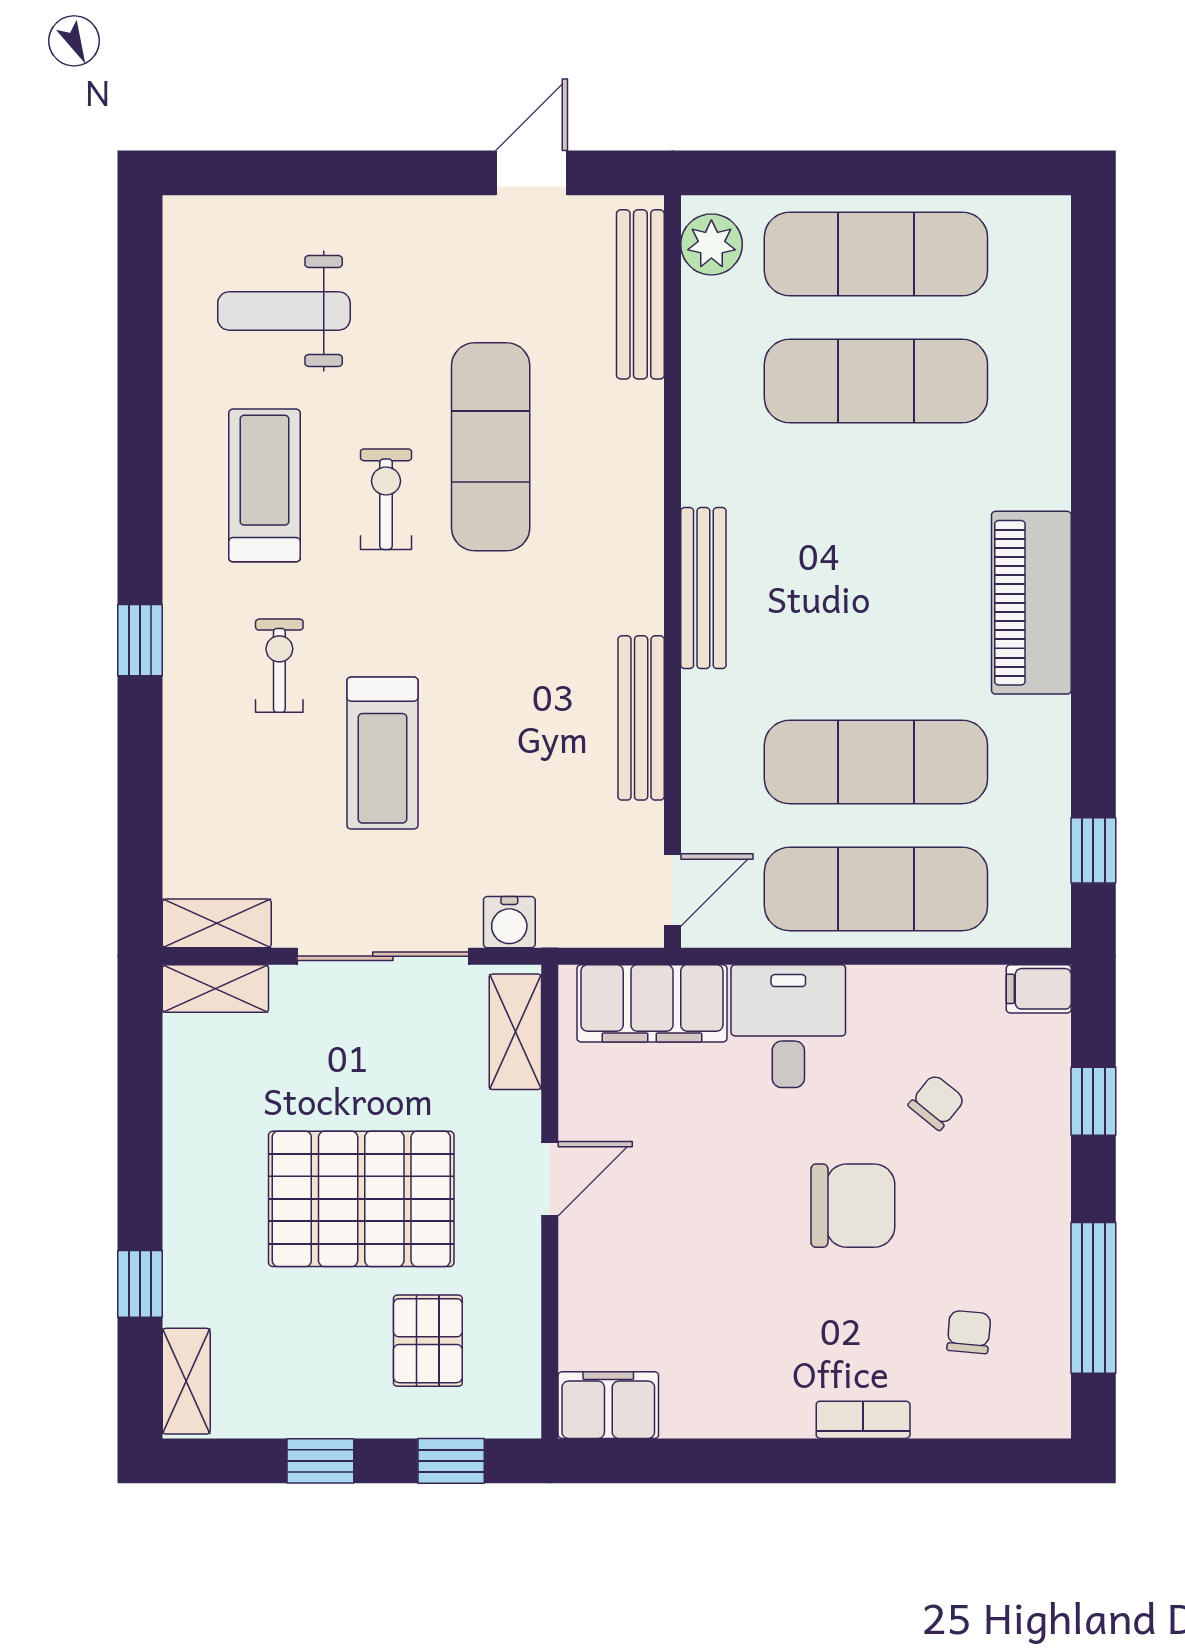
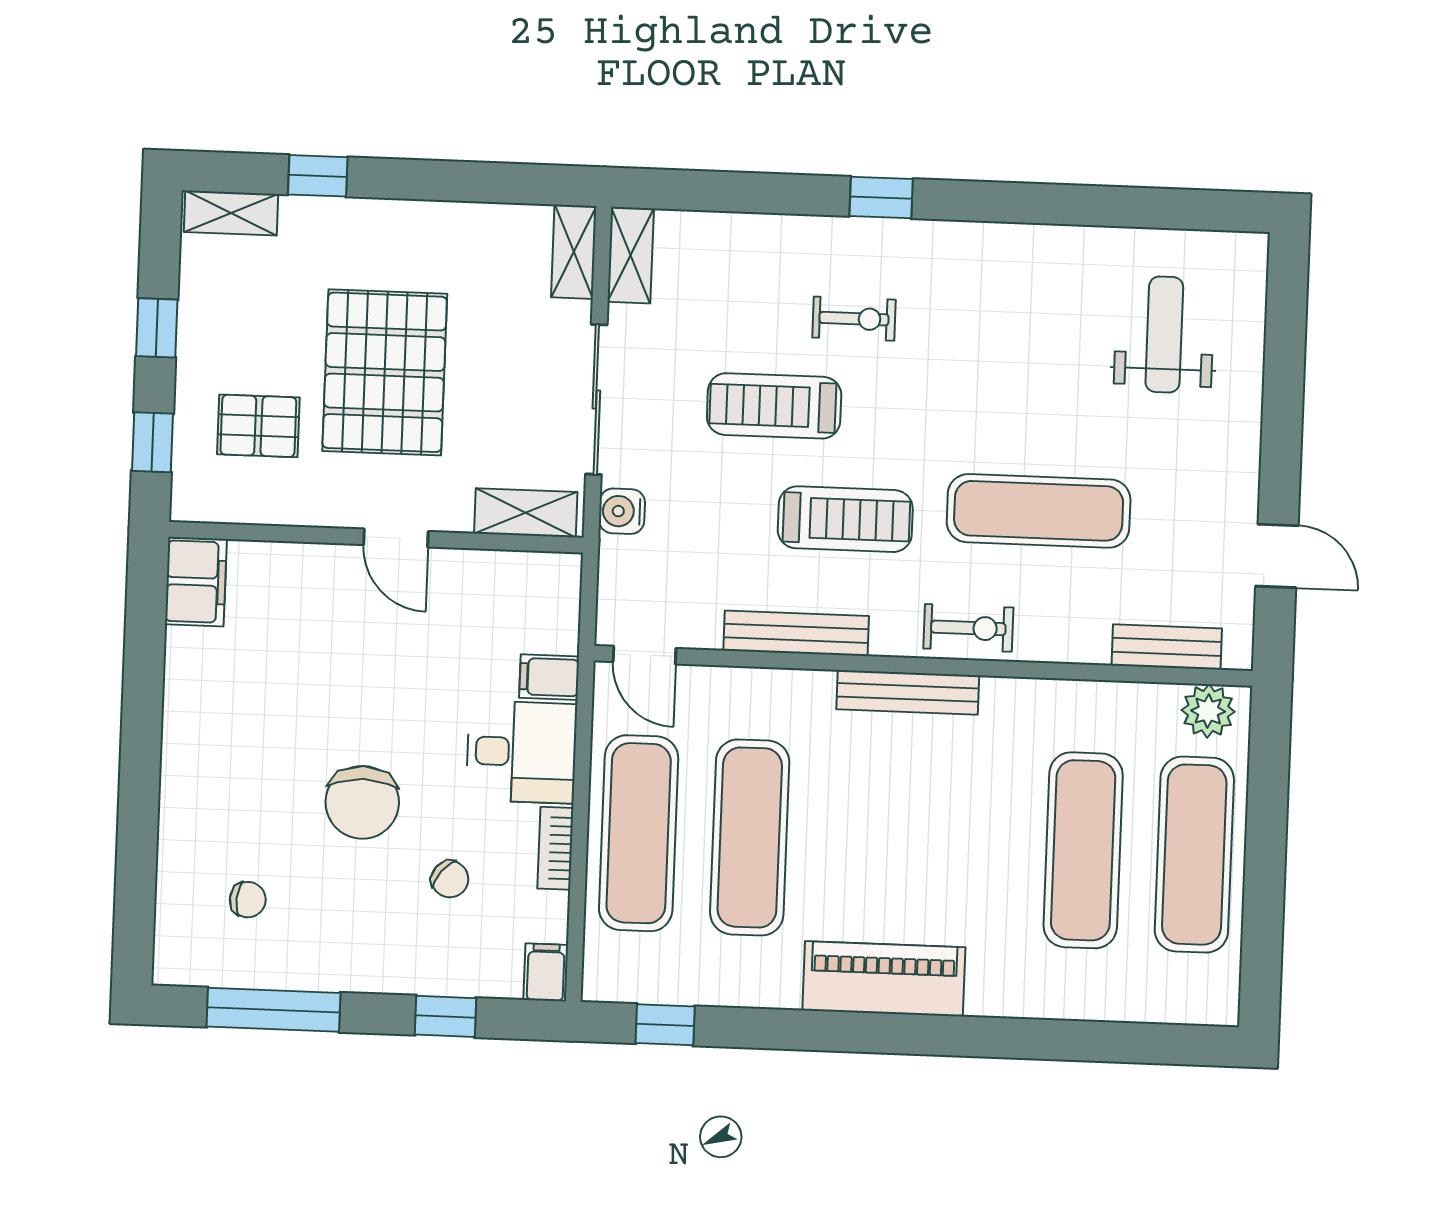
bench: (640, 294) -> (1167, 647), width x0.73
treadmill: (264, 485) -> (845, 519), moved
exercise bike: (386, 499) -> (968, 628), moved
filing cabinet: (652, 1003) -> (549, 677), width x0.33, depth x0.86
bookcase: (863, 1420) -> (555, 848), moved, turned 180

